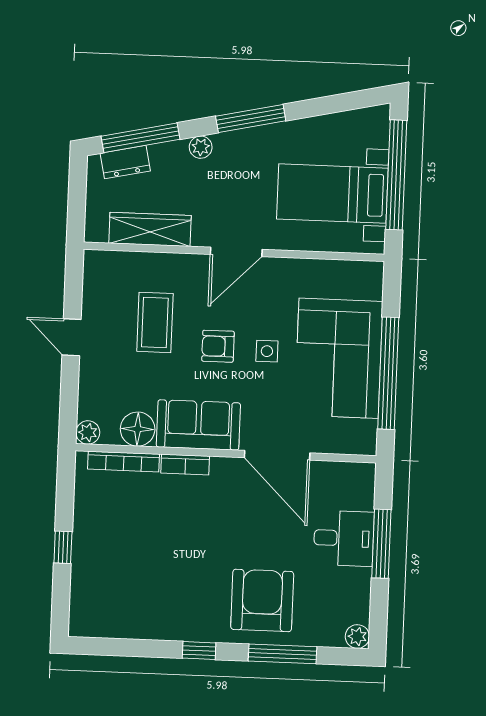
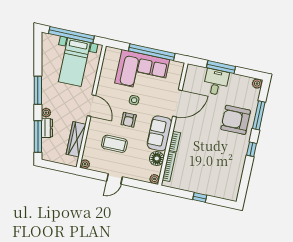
dresser: (125, 162) -> (47, 128), moved
plant: (94, 261) -> (85, 164), added

